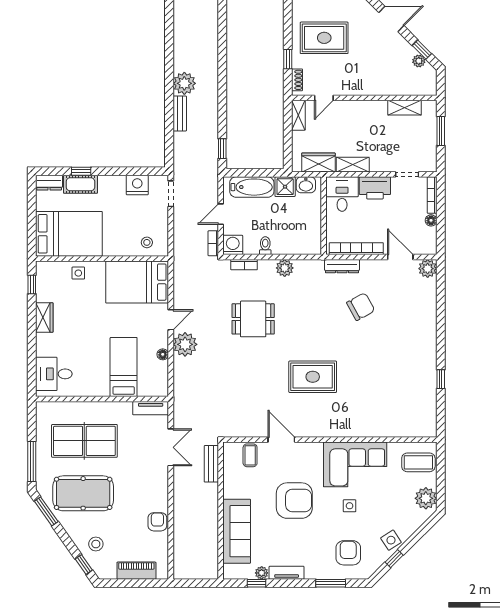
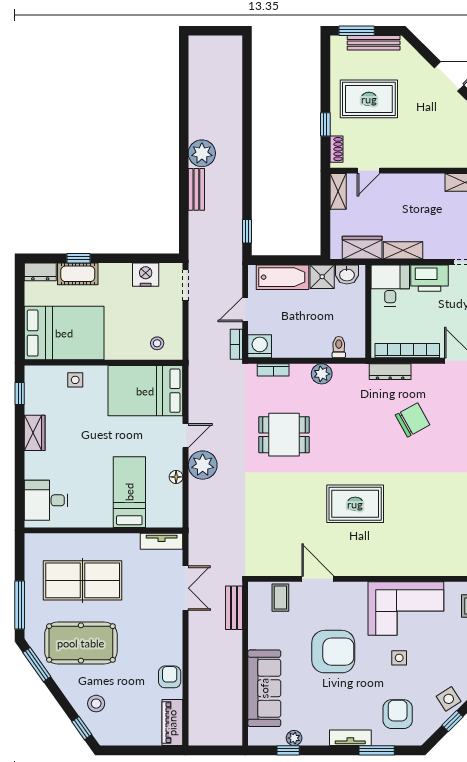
toilet: (265, 246) -> (339, 347), moved
piano: (136, 571) -> (172, 723), moved, turned -90
tv unit: (287, 573) -> (350, 738), moved

